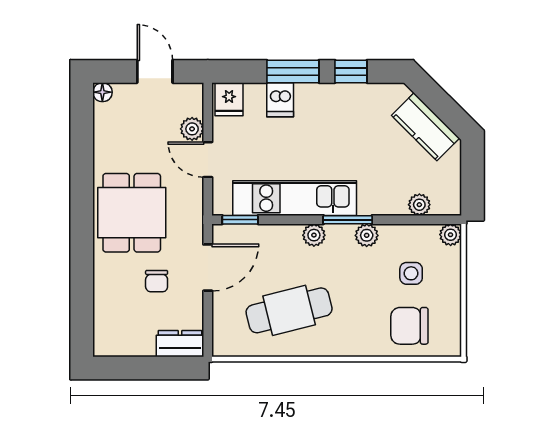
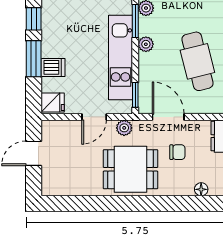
floor lamp: (102, 92) -> (201, 189), moved
plant: (192, 129) -> (124, 128), moved

